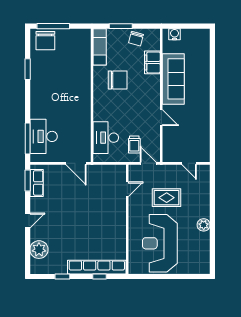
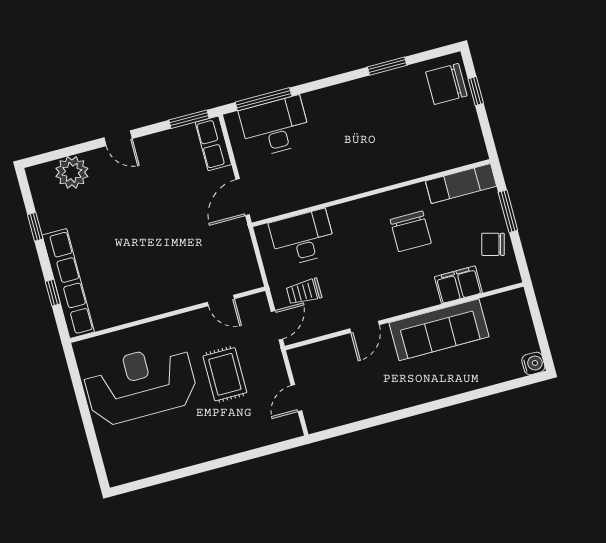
window: (53, 26) -> (476, 91), width x0.46
water cooler: (175, 34) -> (533, 363), moved
row of seats: (37, 183) -> (213, 143), moved, turned 90
plant: (204, 225) -> (194, 453), removed

